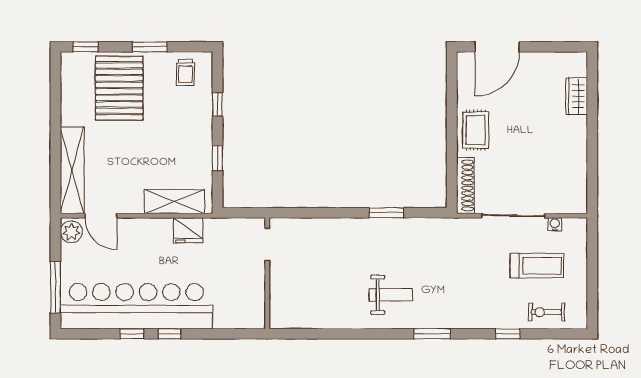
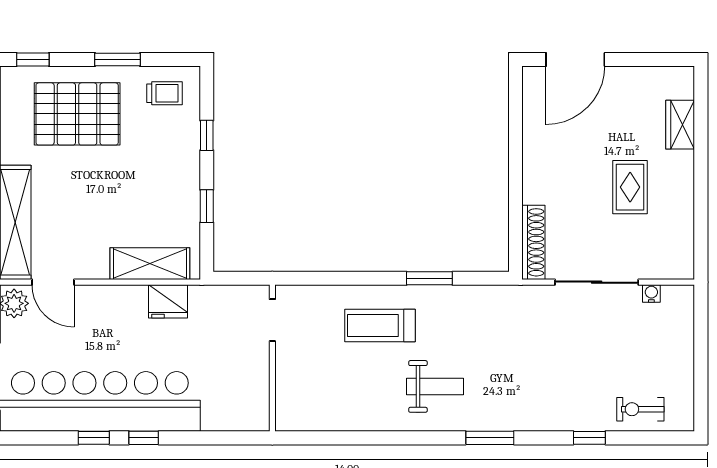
trolley: (186, 72) -> (165, 93), turned -90
pallet: (119, 88) -> (77, 114), turned 90
rug: (476, 130) -> (630, 187), moved
treadmill: (537, 266) -> (380, 325), moved, turned 180

